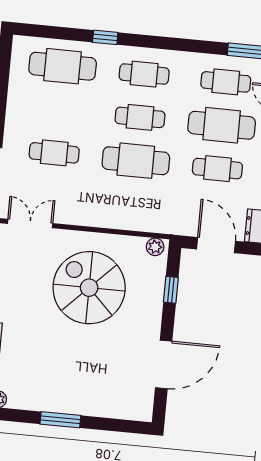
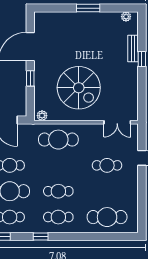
window: (105, 37) -> (41, 237), moved
cafe table: (136, 161) -> (58, 140), moved
window: (171, 290) -> (30, 78), moved

